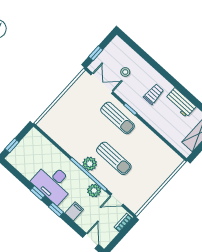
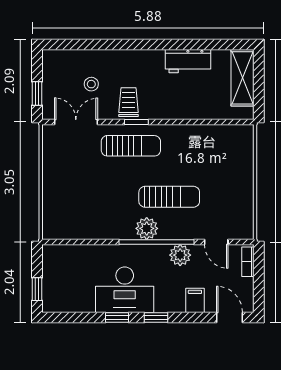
trolley: (154, 94) -> (129, 102), moved
door: (117, 200) -> (216, 242), hinge flipped
filing cabinet: (74, 211) -> (195, 300), moved

